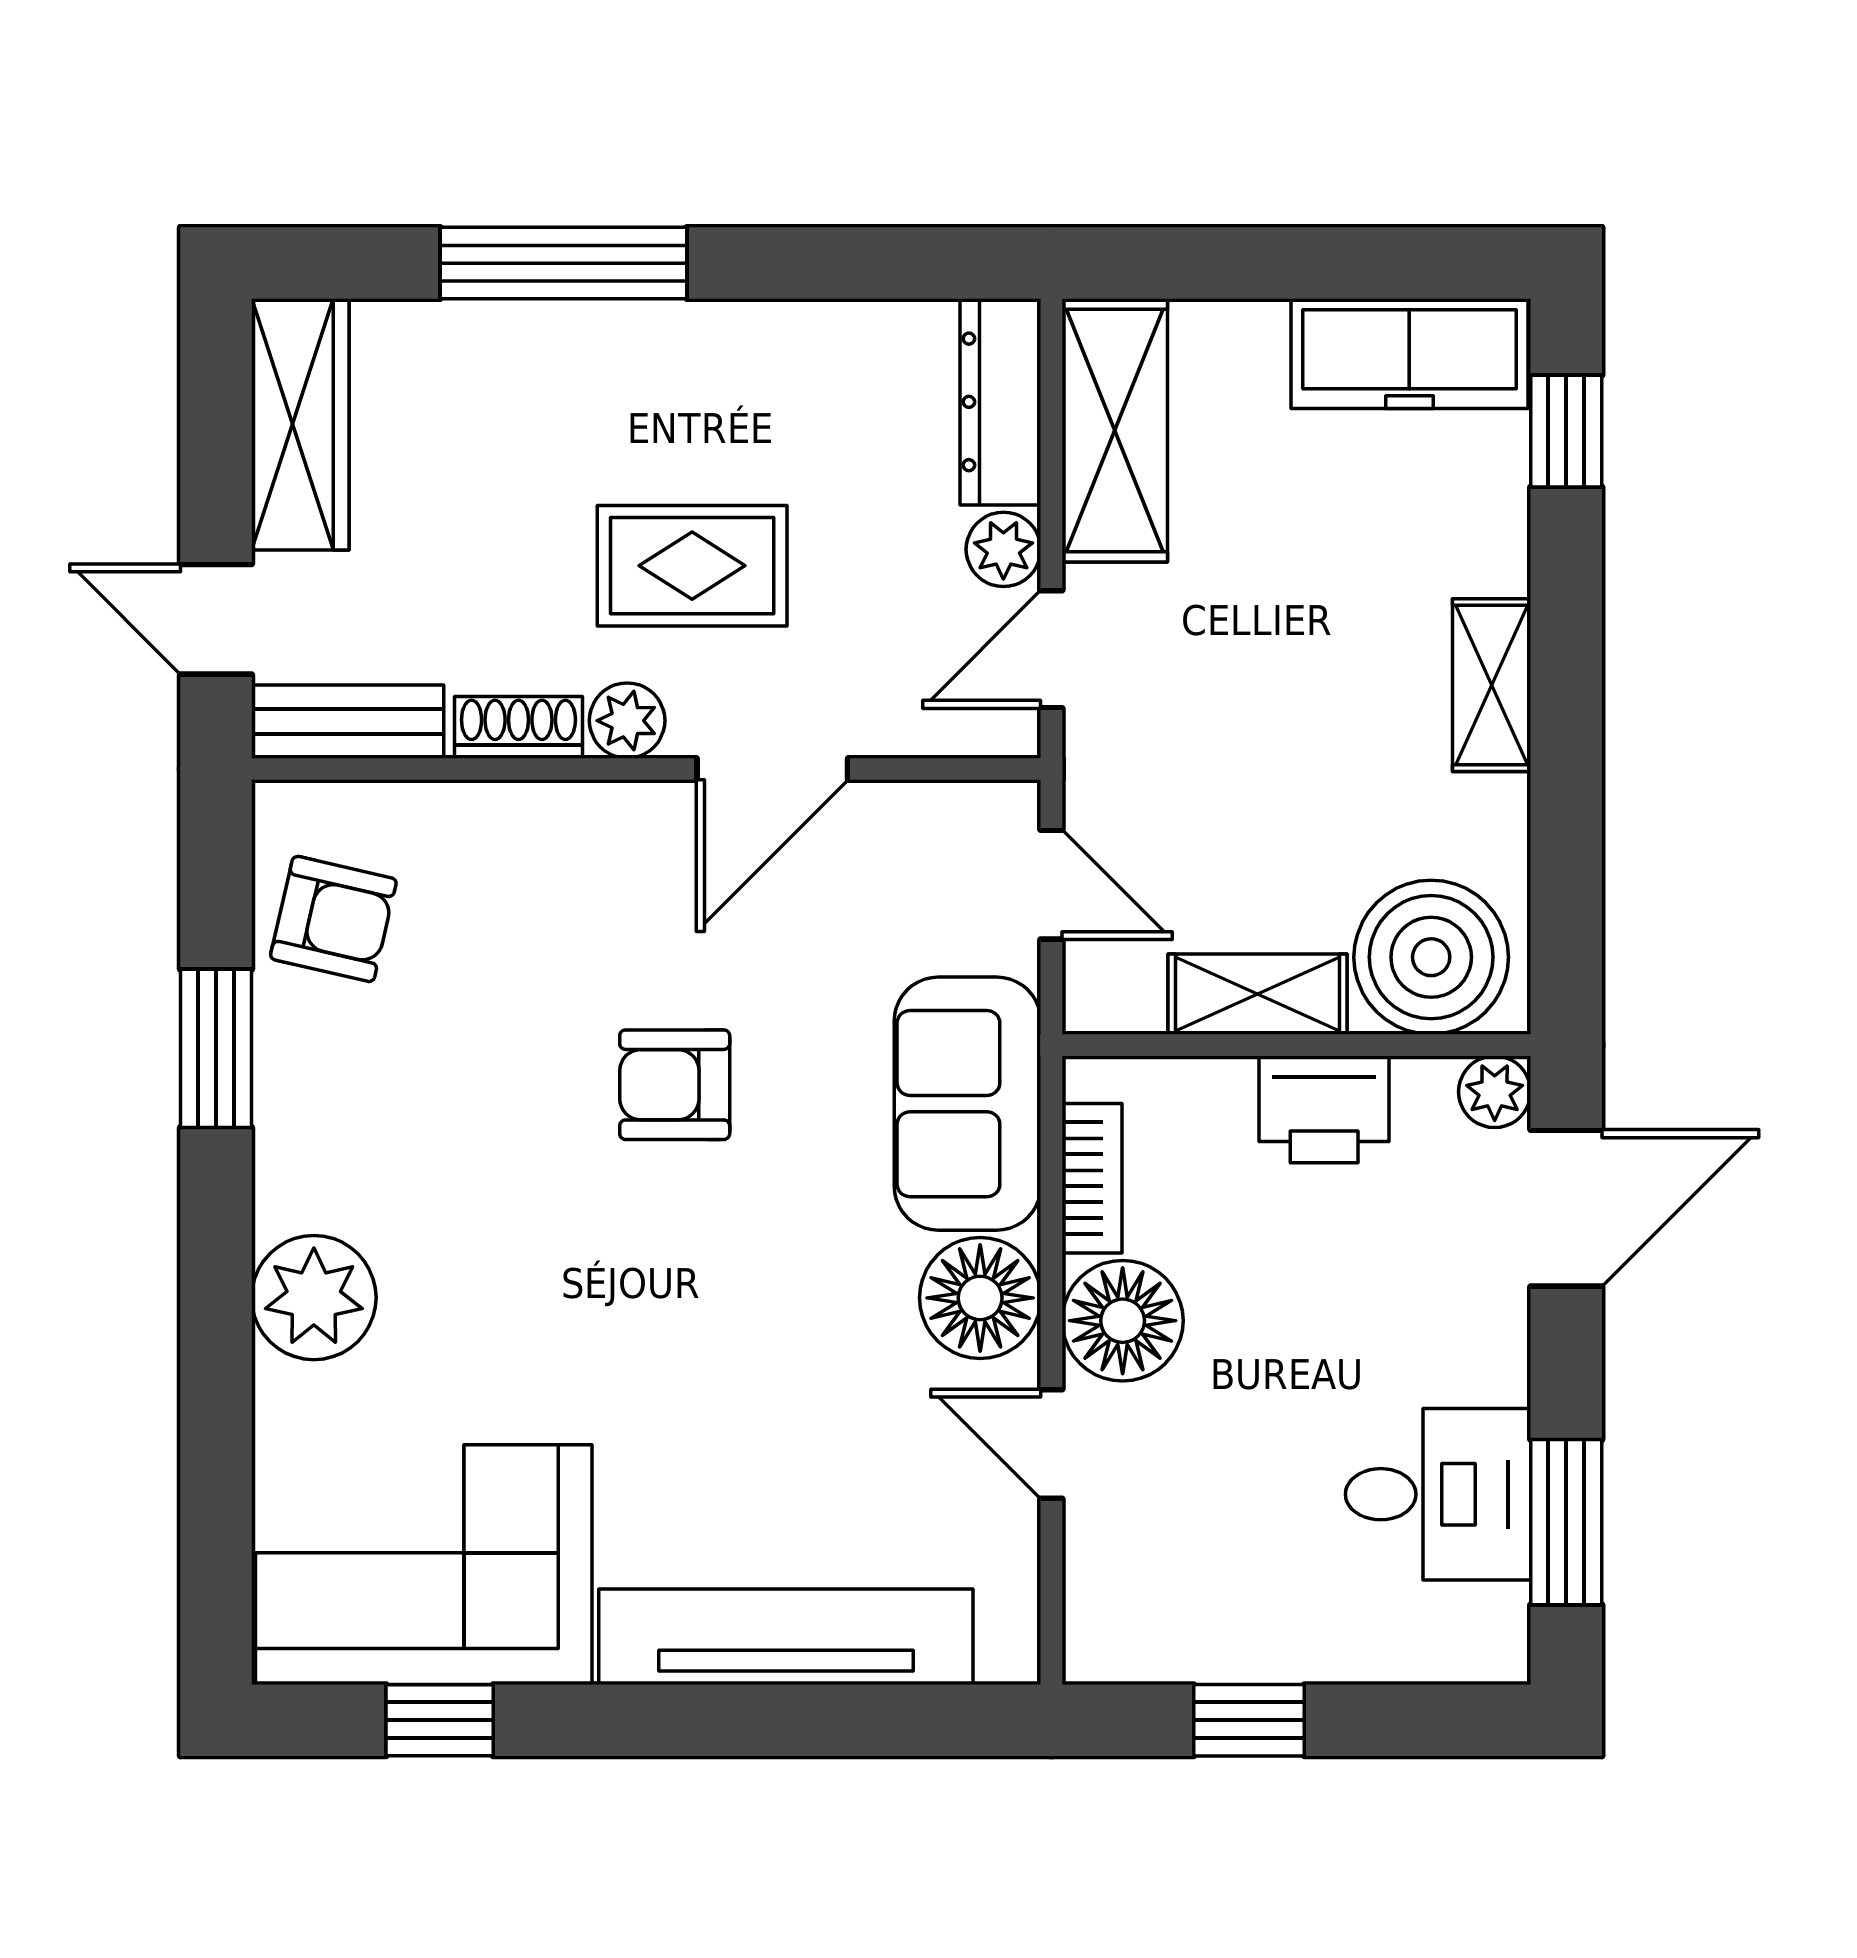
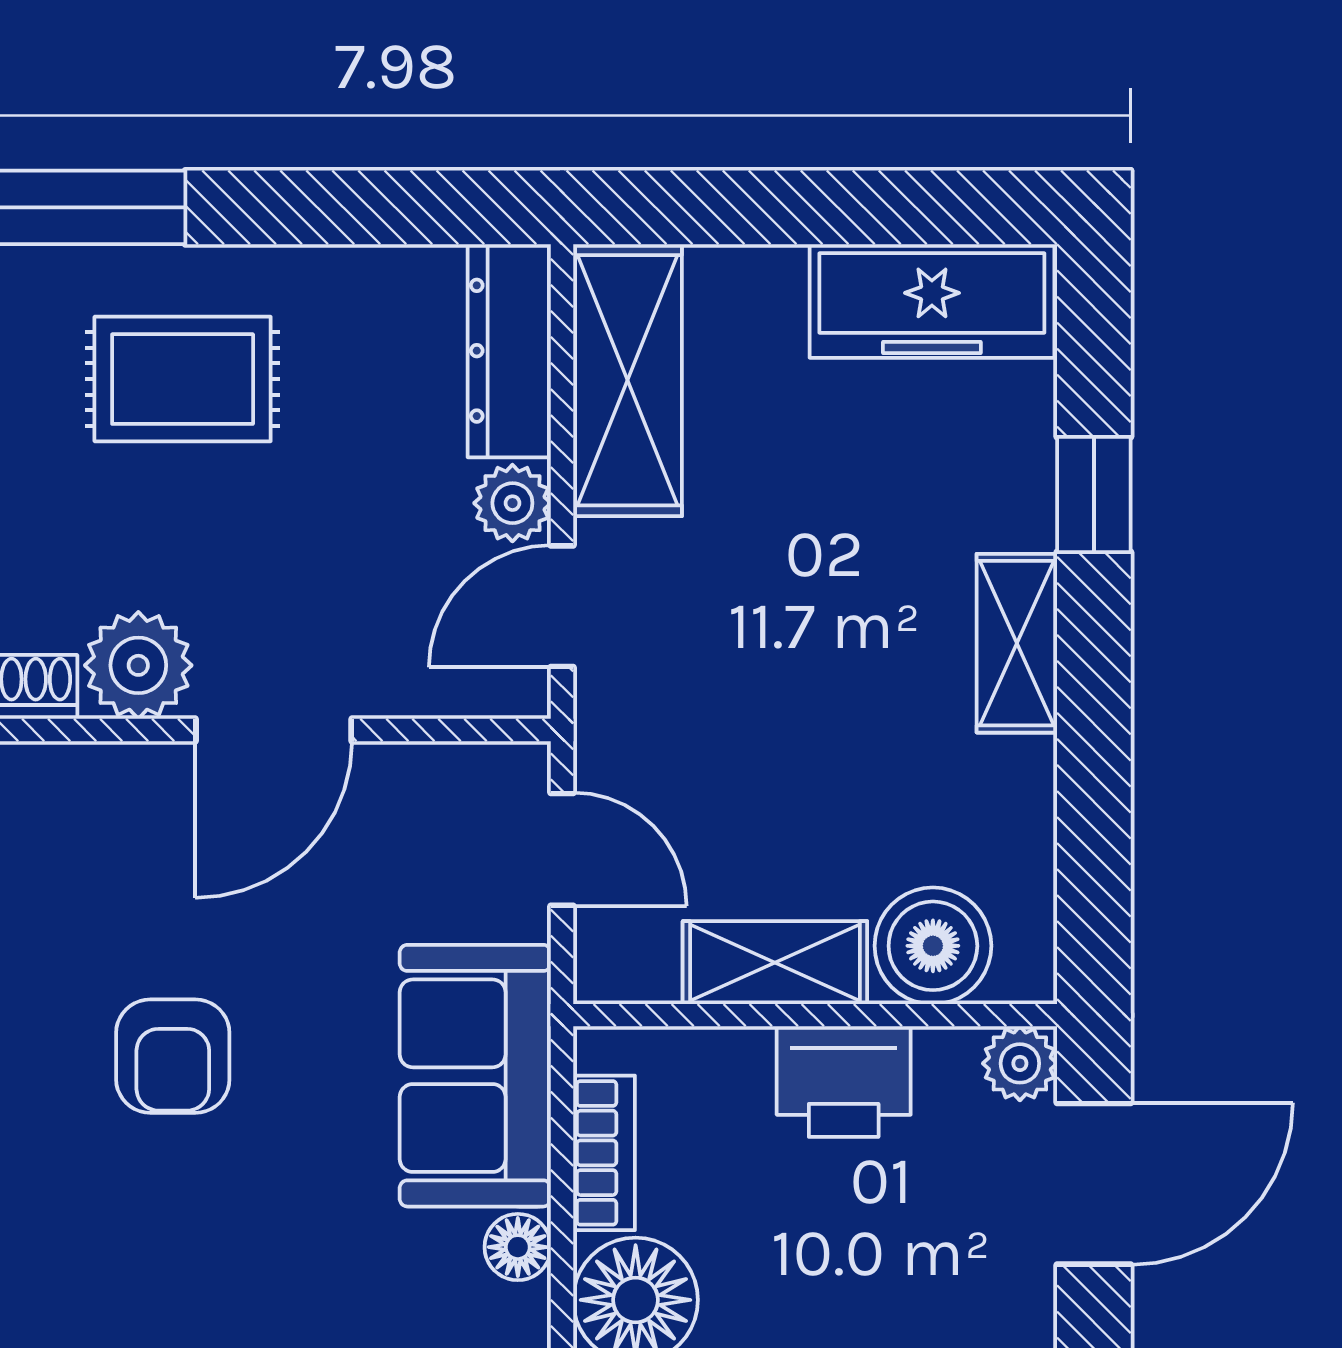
window: (1566, 431) -> (1094, 495), moved
rug: (692, 566) -> (183, 379), moved
plant: (627, 721) -> (138, 665), width x1.38, depth x1.38
boiler: (1431, 957) -> (933, 946), width x0.73, depth x0.73
armchair: (675, 1085) -> (173, 1056), turned -90
floor lamp: (980, 1298) -> (518, 1247), width x0.53, depth x0.53

